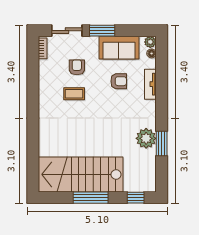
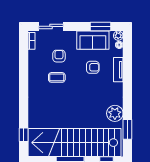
window: (102, 31) -> (100, 26), moved
window: (162, 143) -> (127, 129), moved
window: (33, 165) -> (24, 135), added
stairs: (81, 174) -> (74, 143), width x1.36

